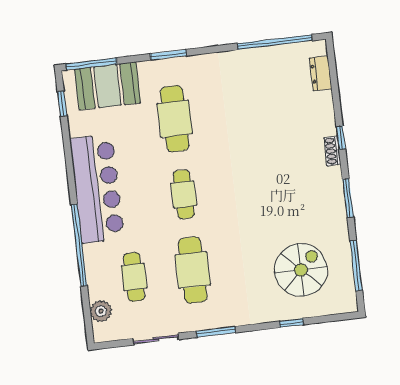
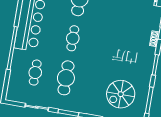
spiral stairs: (301, 270) -> (121, 94), turned 180
plant: (101, 311) -> (13, 85), removed

